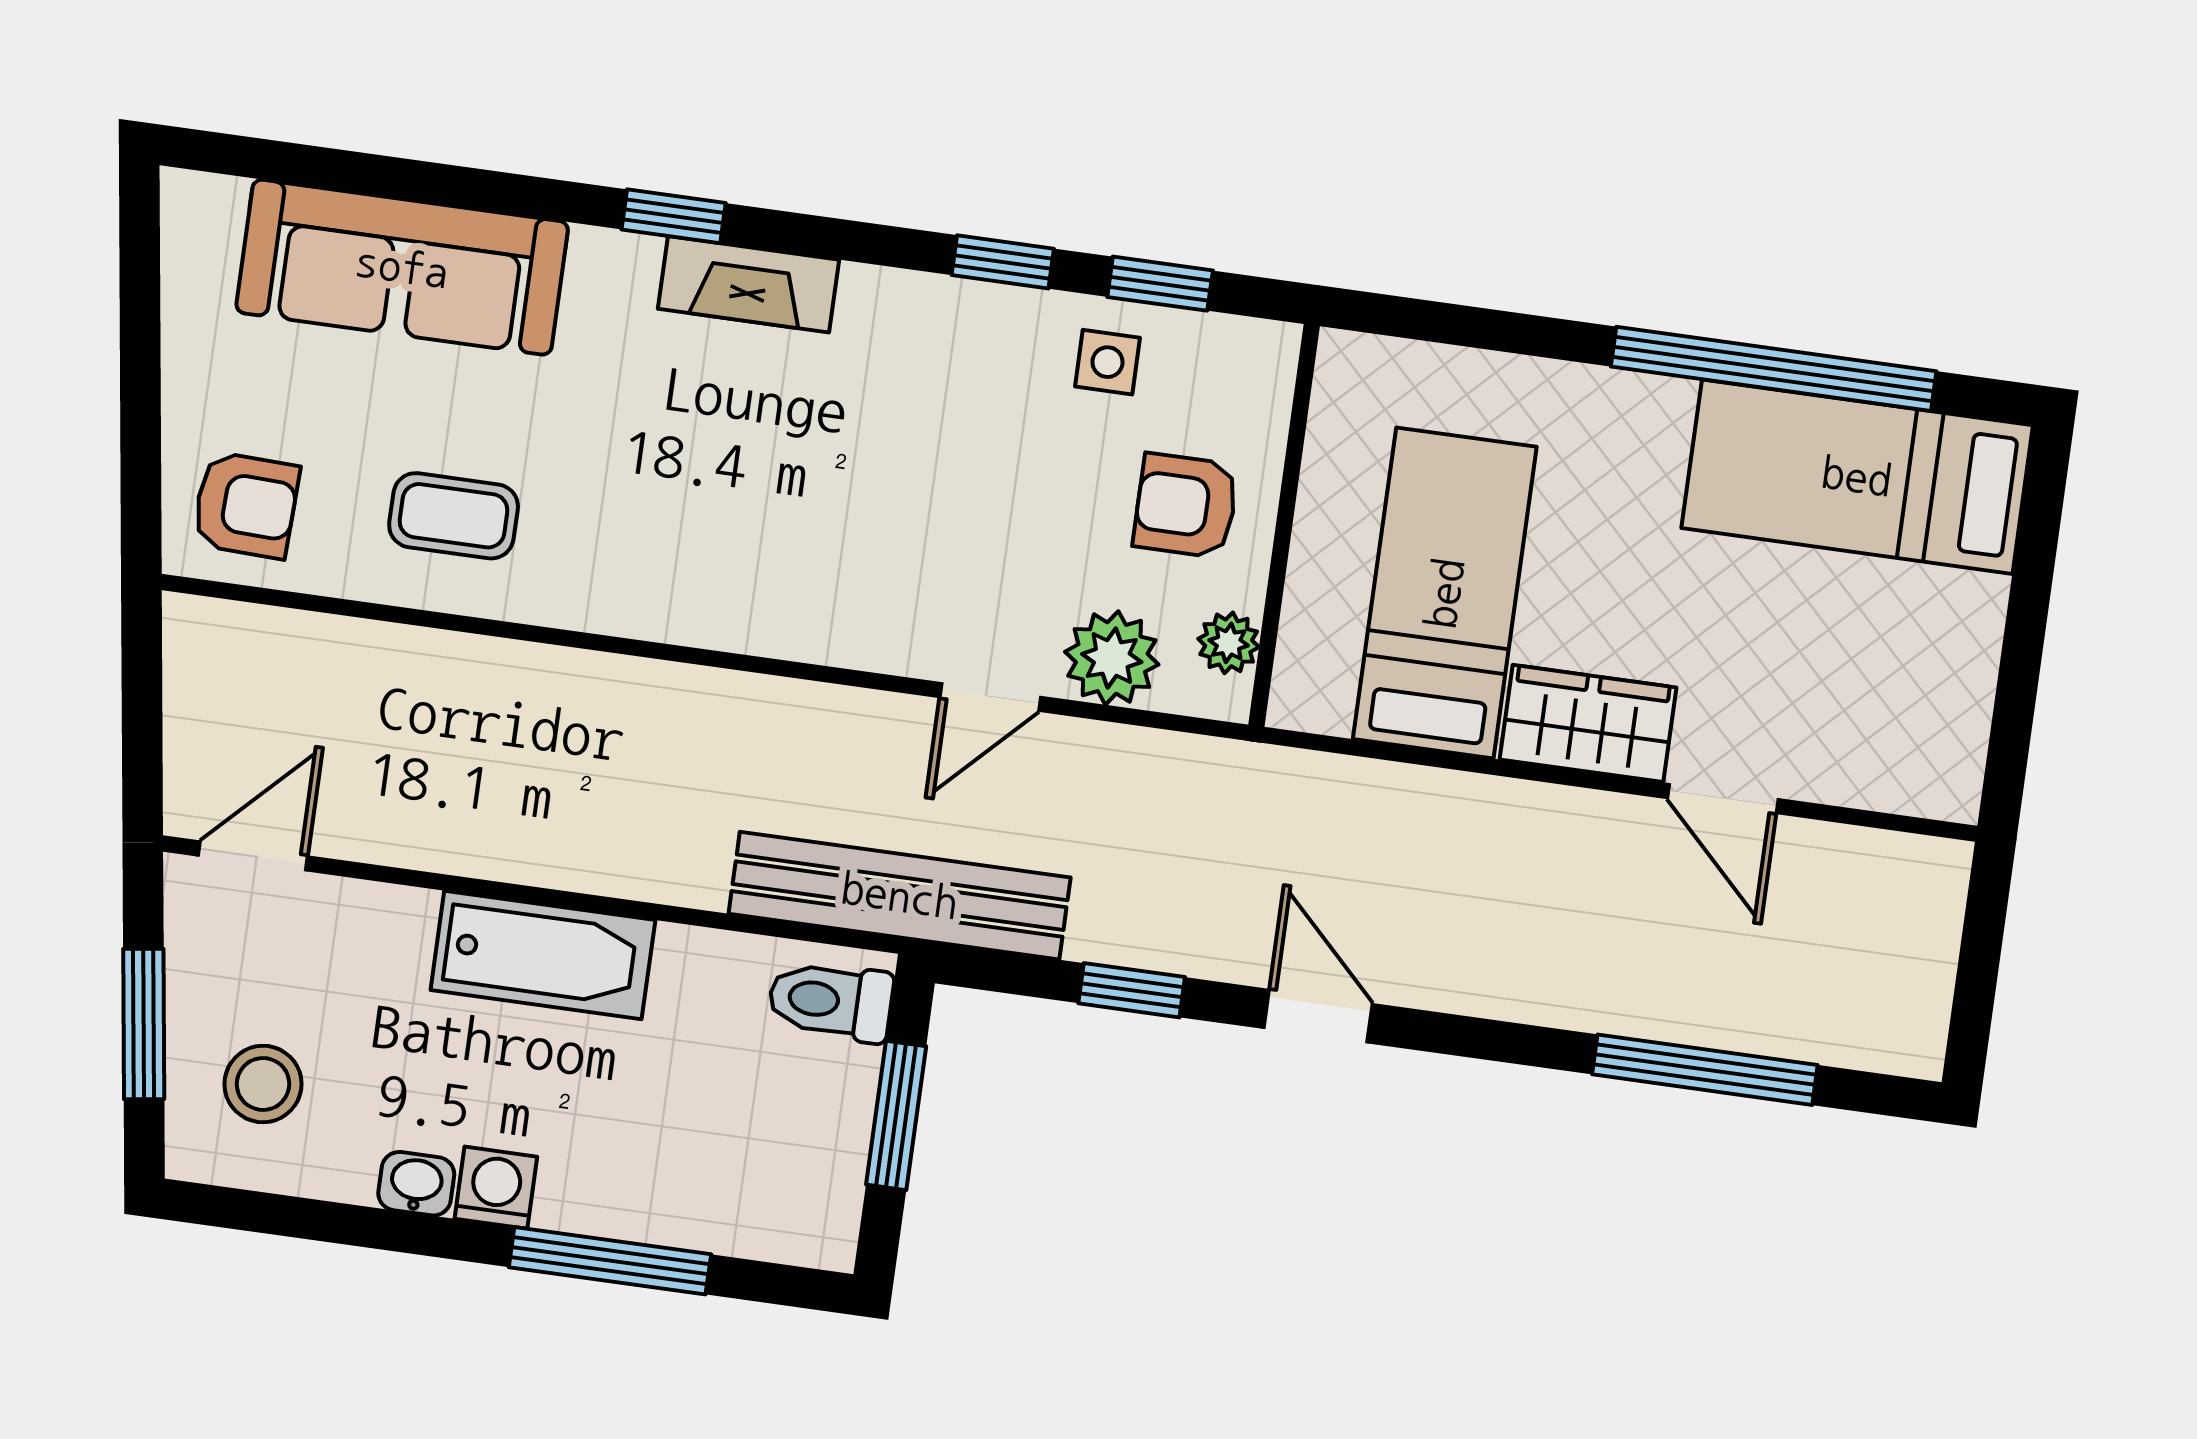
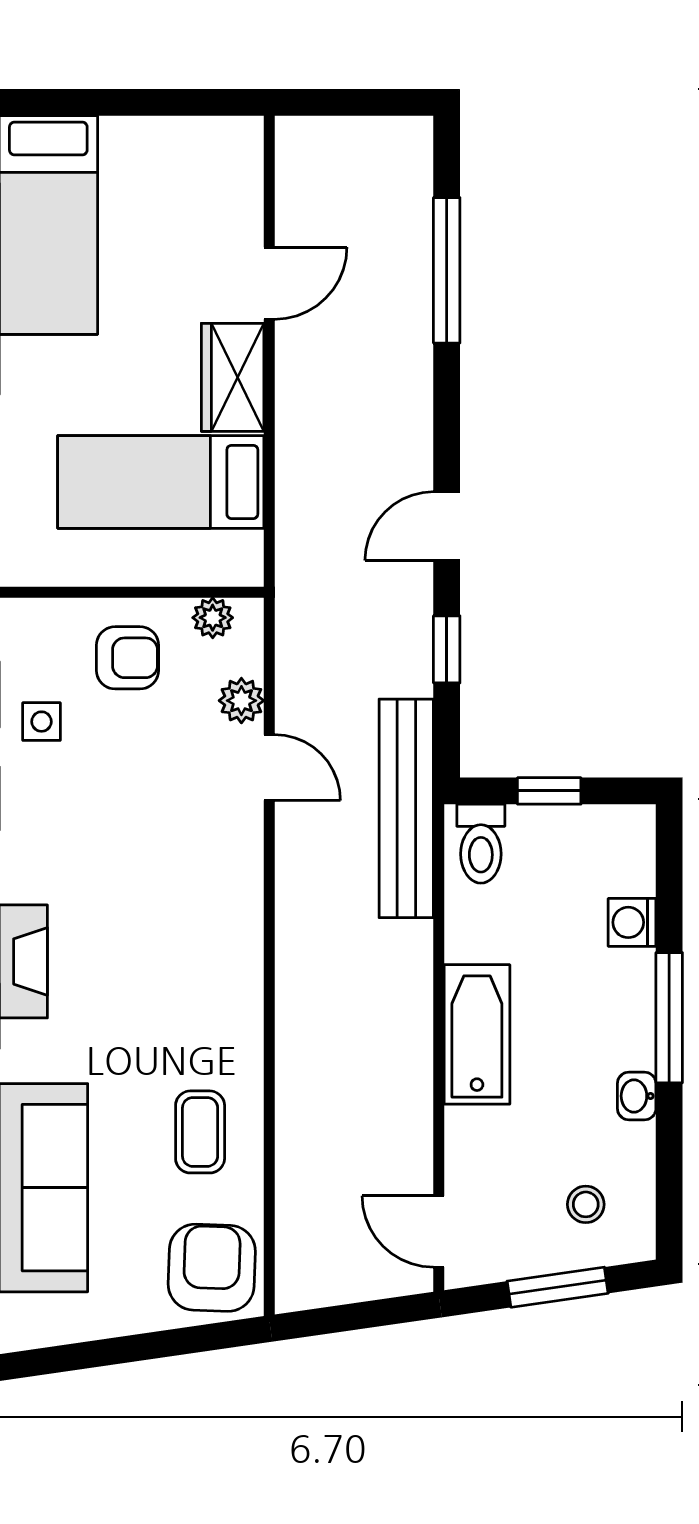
armchair: (246, 505) -> (212, 1268), width x1.38, depth x1.38
armchair: (1186, 506) -> (128, 658), turned -90
plant: (1112, 658) -> (241, 701), width x0.73, depth x0.73
stool: (263, 1084) -> (586, 1204), width x0.73, depth x0.73
window: (896, 1115) -> (549, 791), width x0.67
washing machine: (496, 1188) -> (632, 922), moved
window: (610, 1261) -> (669, 1018), moved

